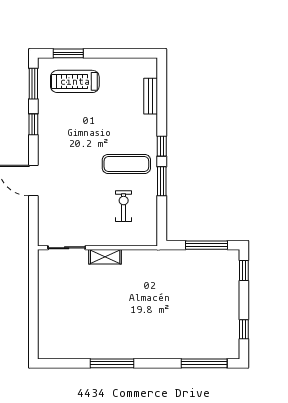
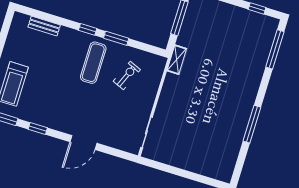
exercise bike: (124, 206) -> (127, 75), turned 113
shelving: (105, 257) -> (177, 60), moved

